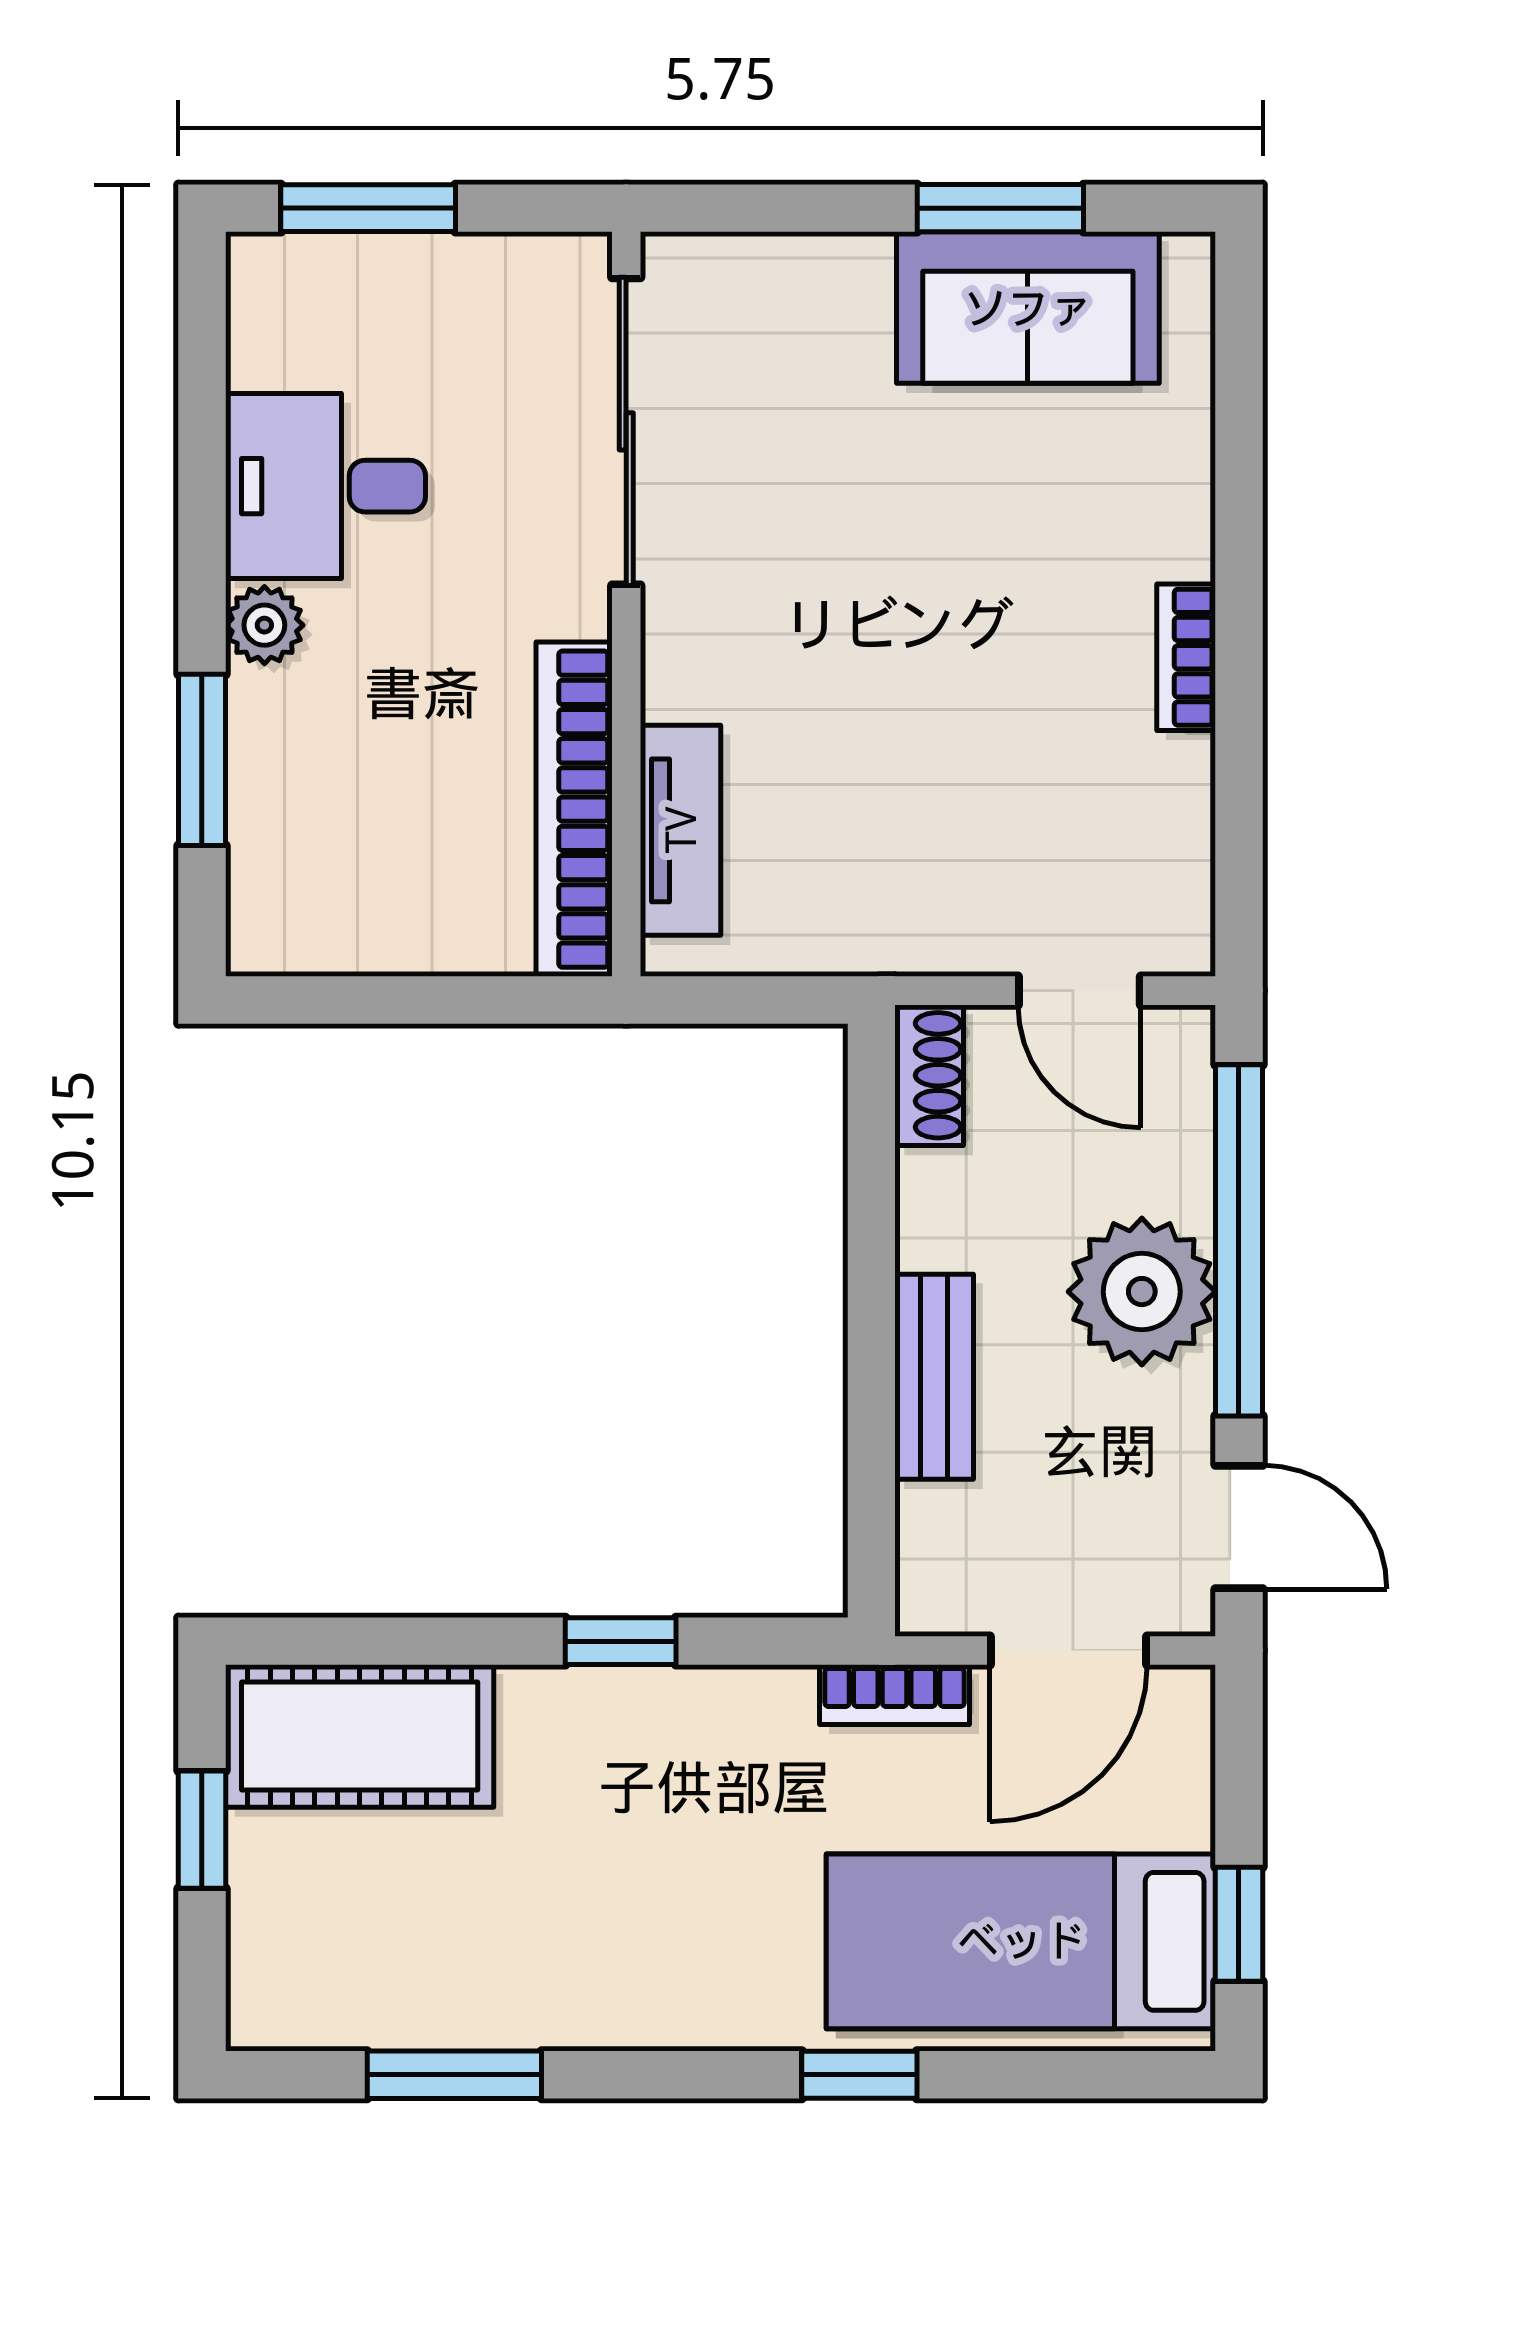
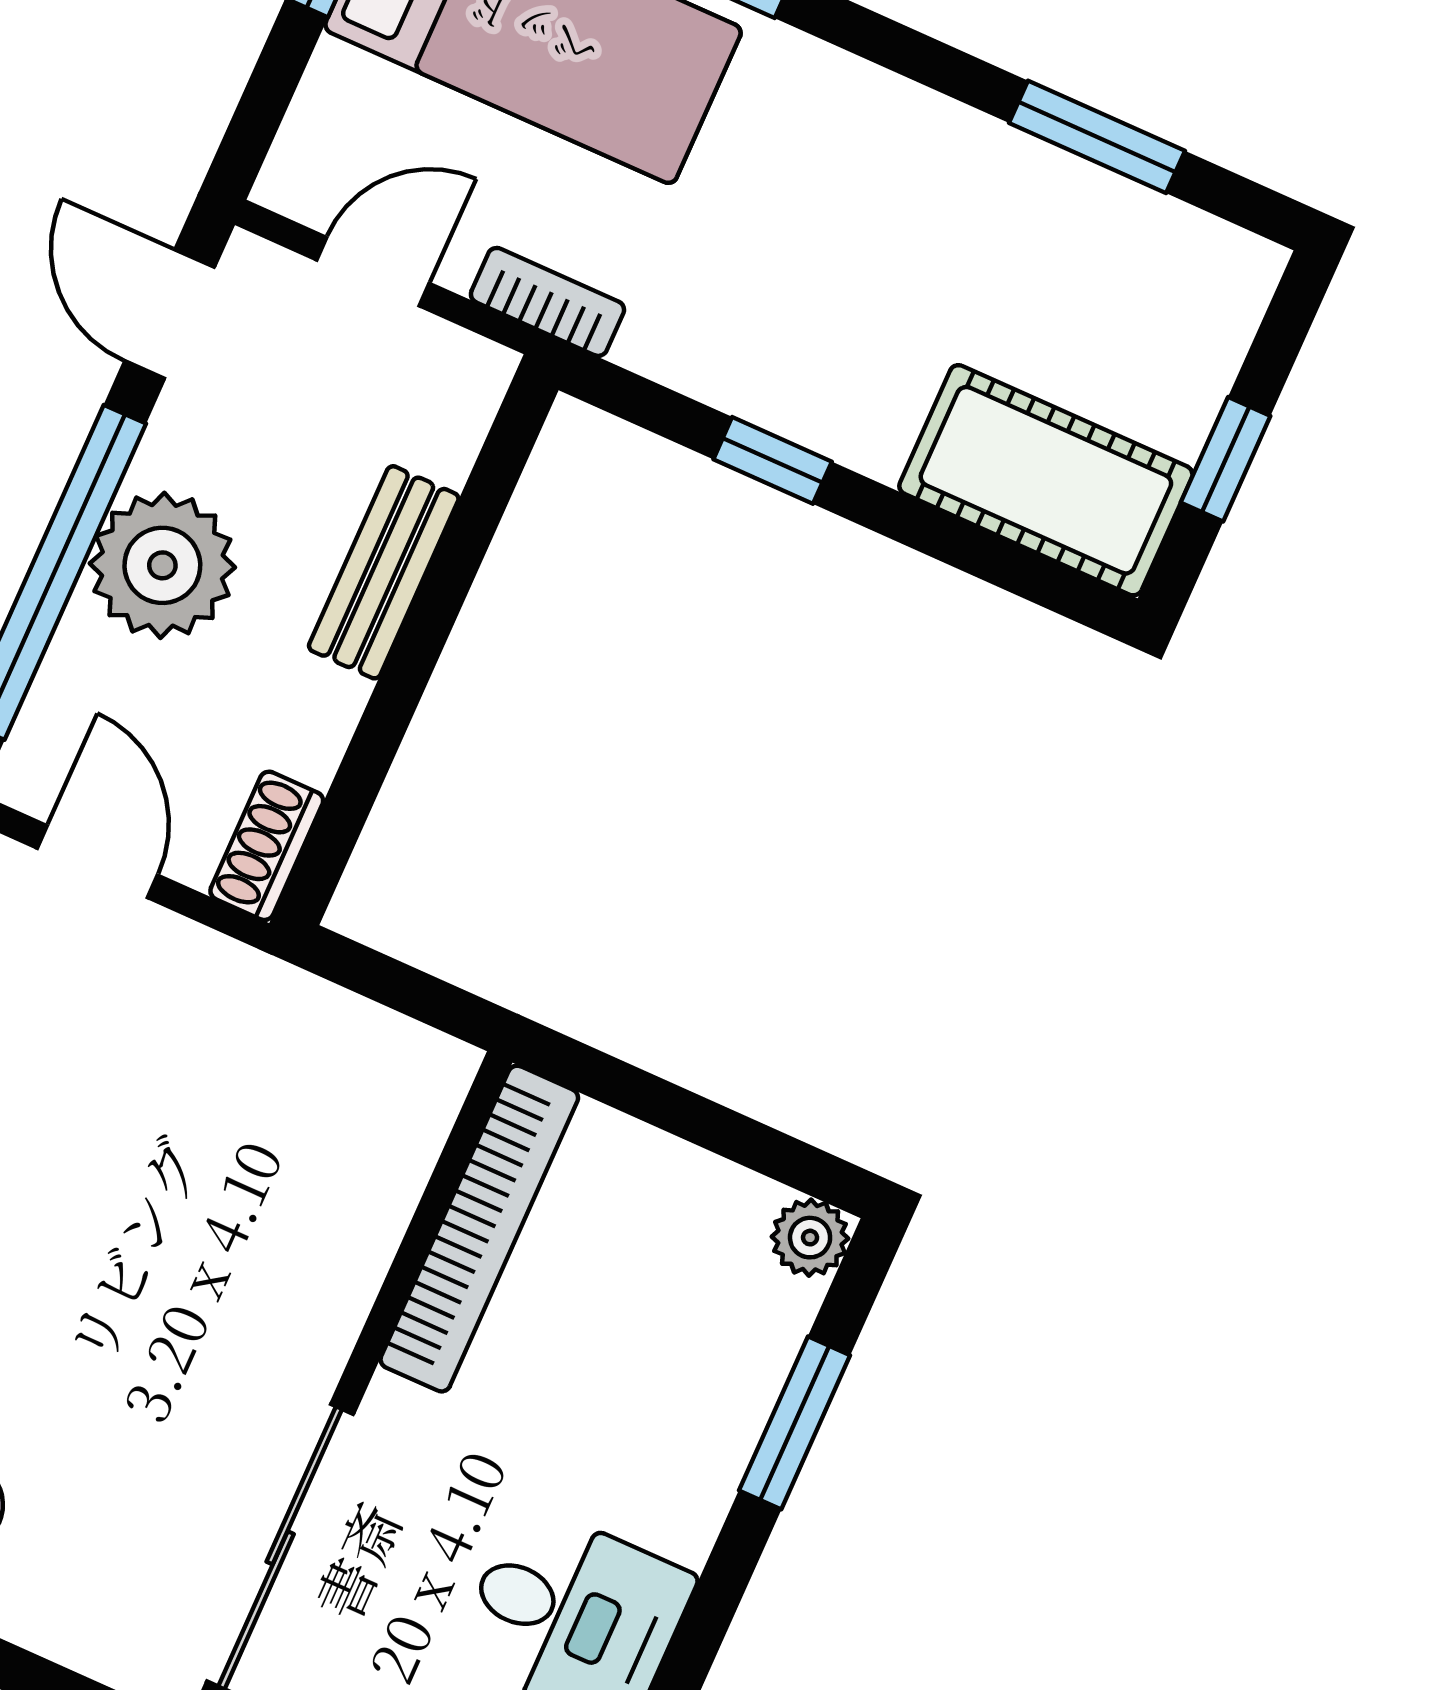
plant: (264, 625) -> (810, 1238), moved
tv unit: (681, 830) -> (392, 1167), removed
door: (1068, 1651) -> (373, 272), width x0.73

